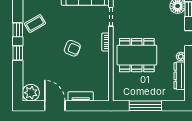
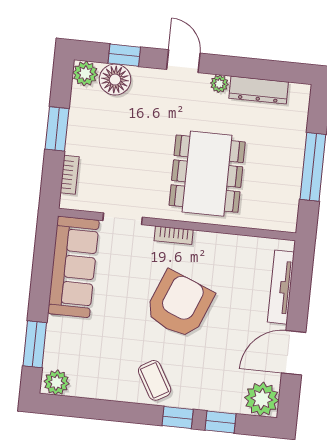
coffee table: (35, 24) -> (155, 380), moved
window: (18, 30) -> (220, 422), moved
armchair: (72, 48) -> (179, 305), width x1.88, depth x1.88
tv unit: (81, 96) -> (281, 287), width x1.41

